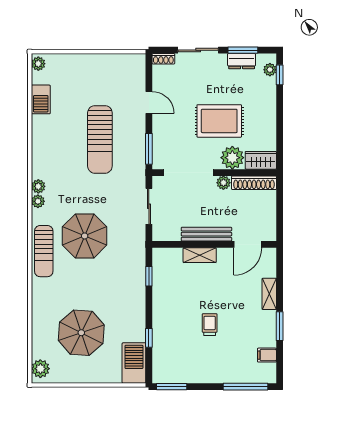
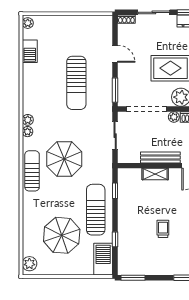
sun lounger: (44, 251) -> (32, 171), turned 180
sun lounger: (124, 300) -> (96, 210), added

